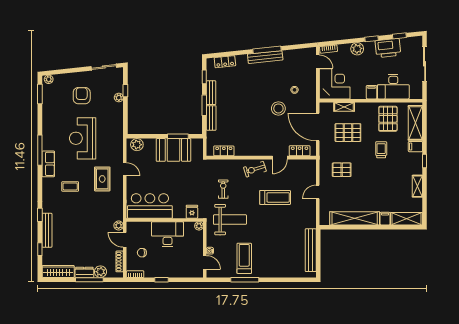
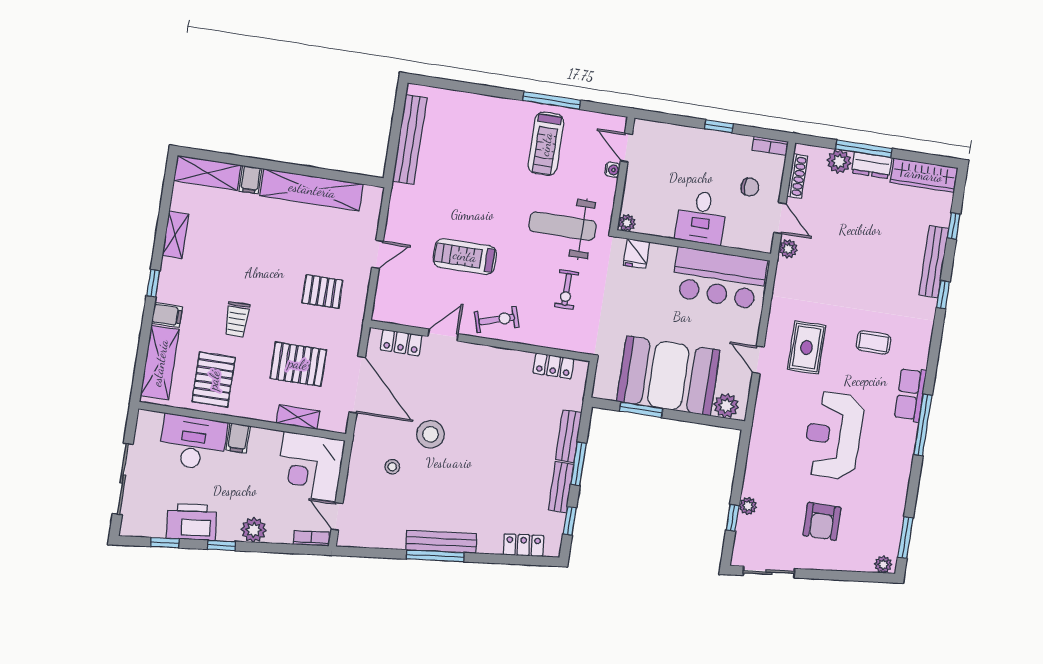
reception desk: (83, 138) -> (833, 435), turned 180
booth: (173, 150) -> (668, 376), width x1.36, depth x1.42
desk: (167, 234) -> (701, 217), width x0.73

